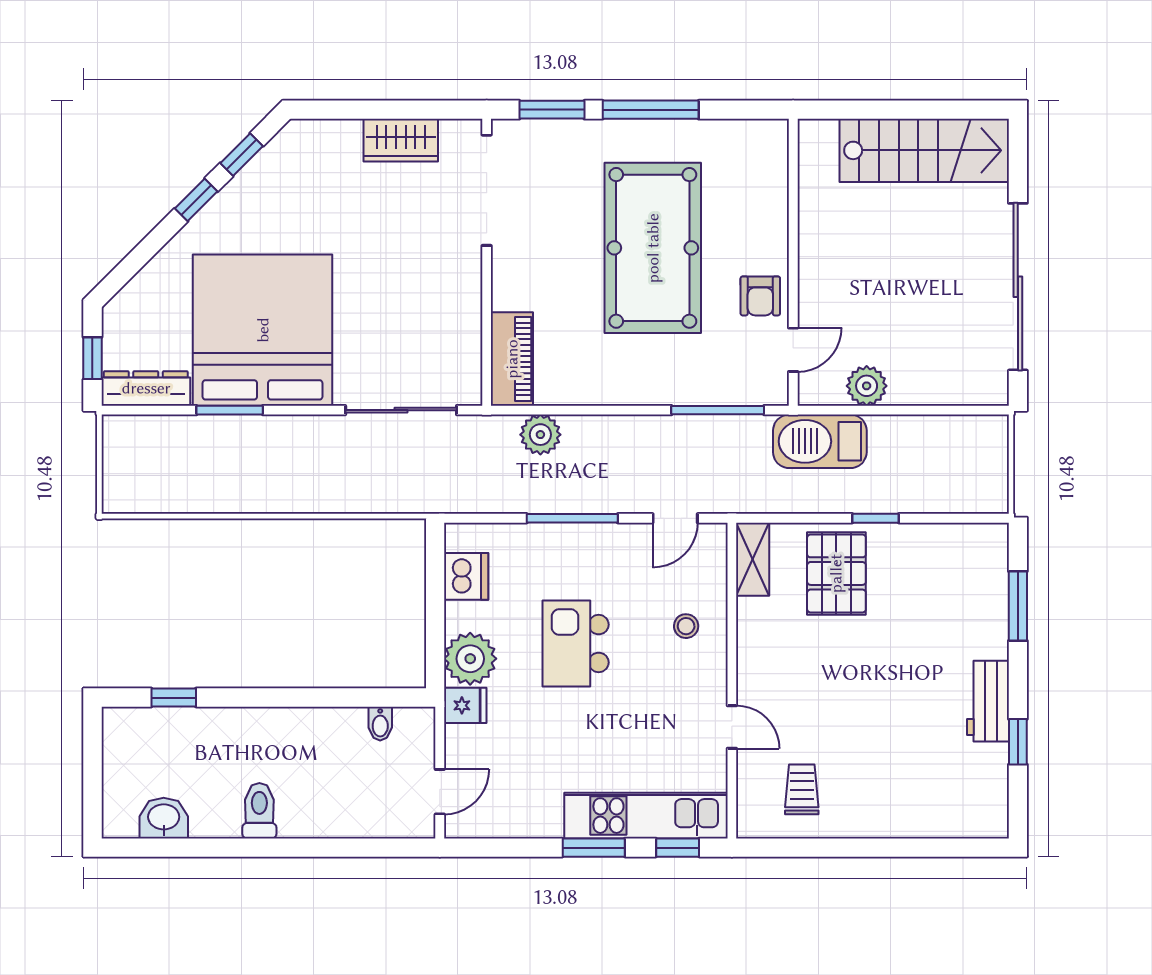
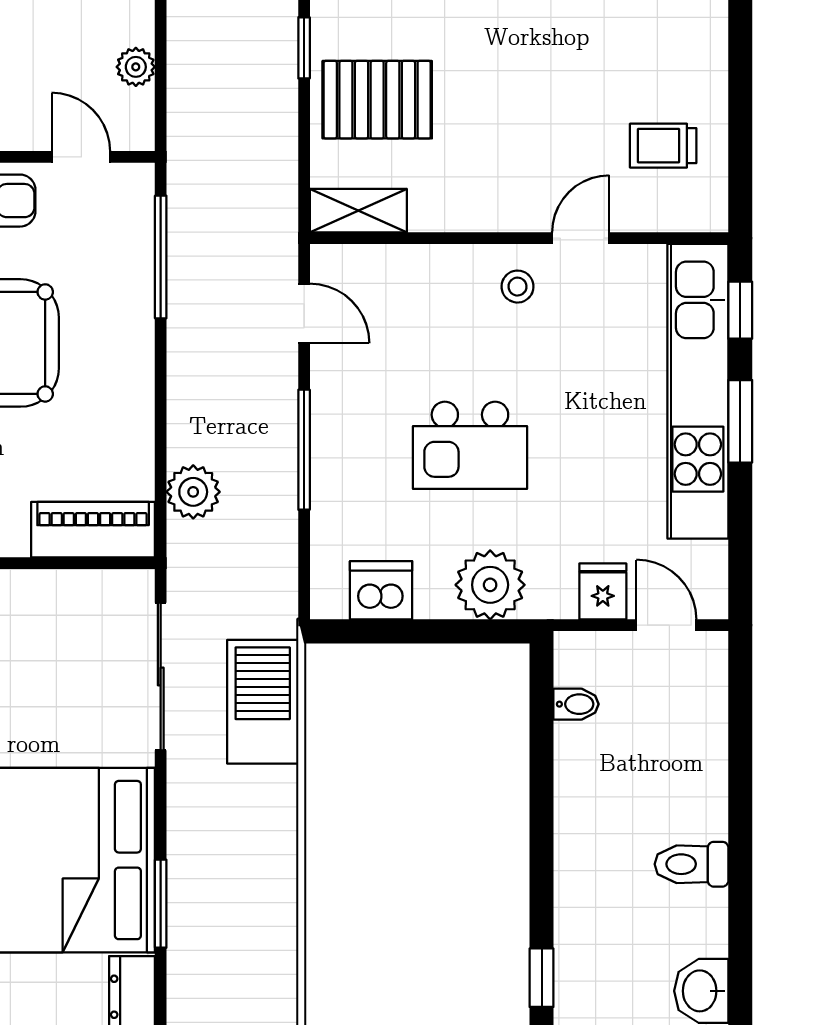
plant: (867, 386) -> (136, 67), width x0.73, depth x0.73
barbecue: (820, 441) -> (263, 702), moved, turned 180
stool: (686, 626) -> (518, 287), moved
fridge: (465, 705) -> (603, 591), moved
kitchen unit: (646, 816) -> (698, 391), width x1.36

